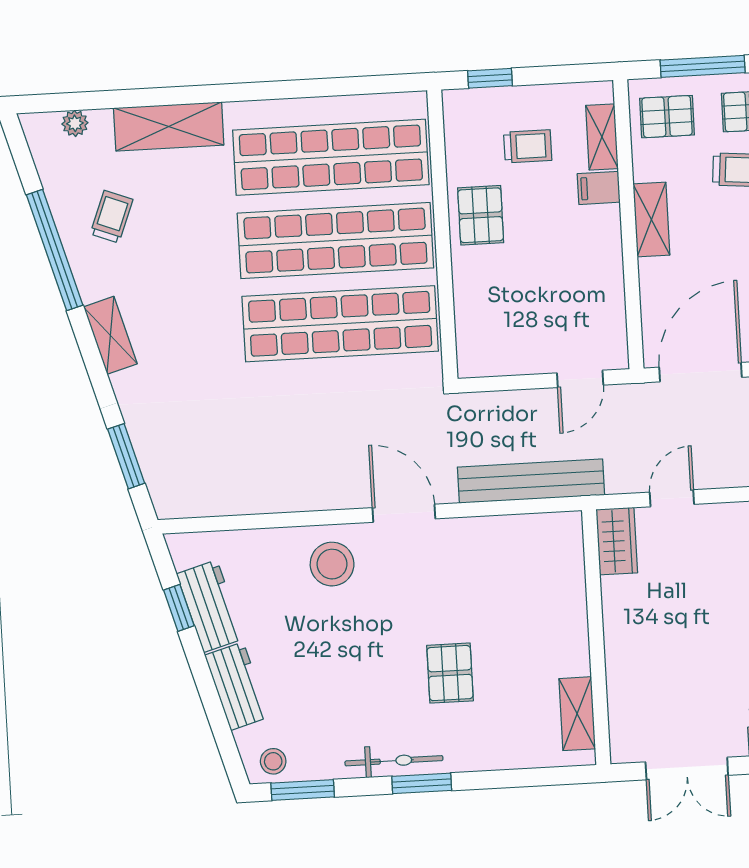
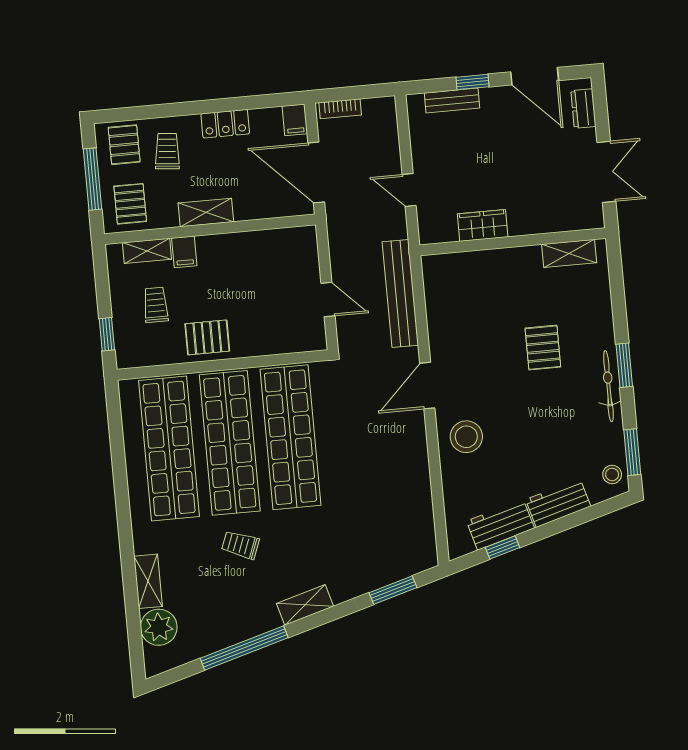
plant: (75, 123) -> (159, 627), width x1.88, depth x1.88
shelving: (169, 126) -> (148, 581), width x0.67, depth x0.75
trolley: (112, 217) -> (240, 545), moved
door: (580, 379) -> (328, 300), moved
wardrobe: (617, 541) -> (483, 225), moved
pallet: (450, 673) -> (543, 348), turned 90

